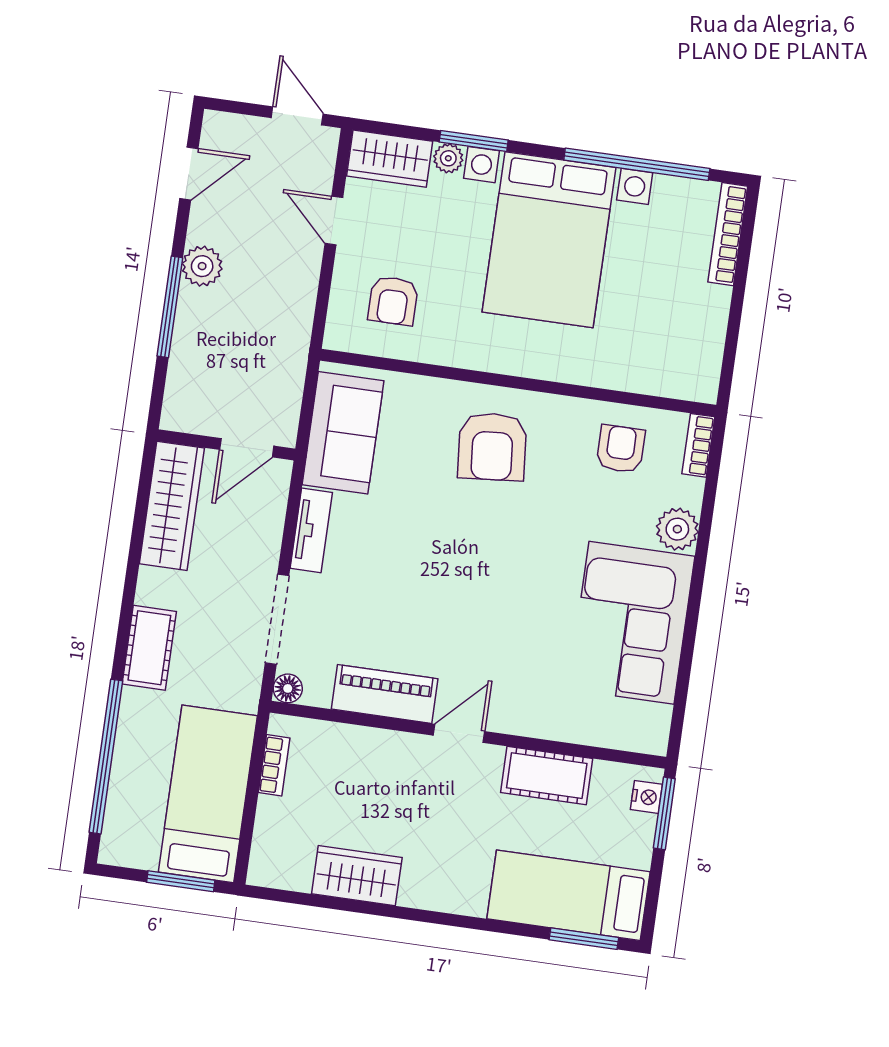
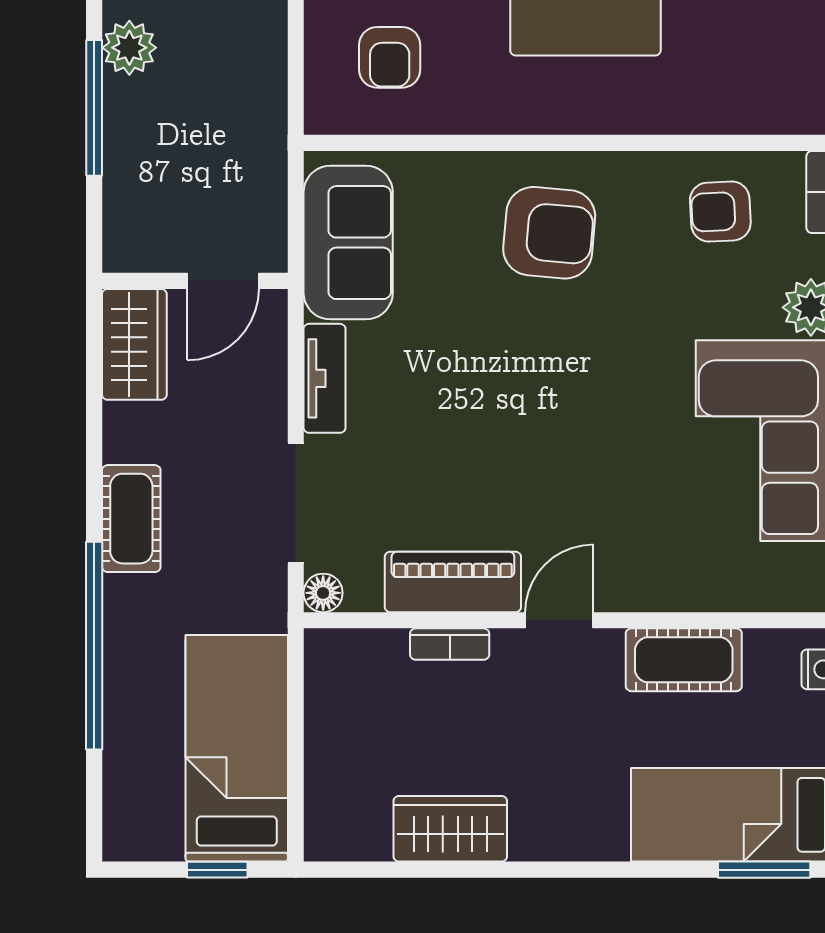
armchair: (492, 447) -> (549, 233), turned -80
armchair: (621, 449) -> (720, 212), turned -93
wardrobe: (172, 506) -> (134, 344), width x0.67
cot: (149, 648) -> (131, 519), moved
window: (106, 757) -> (94, 646), moved
bookcase: (274, 765) -> (450, 644), moved, turned 90
window: (181, 881) -> (217, 870), width x0.67

